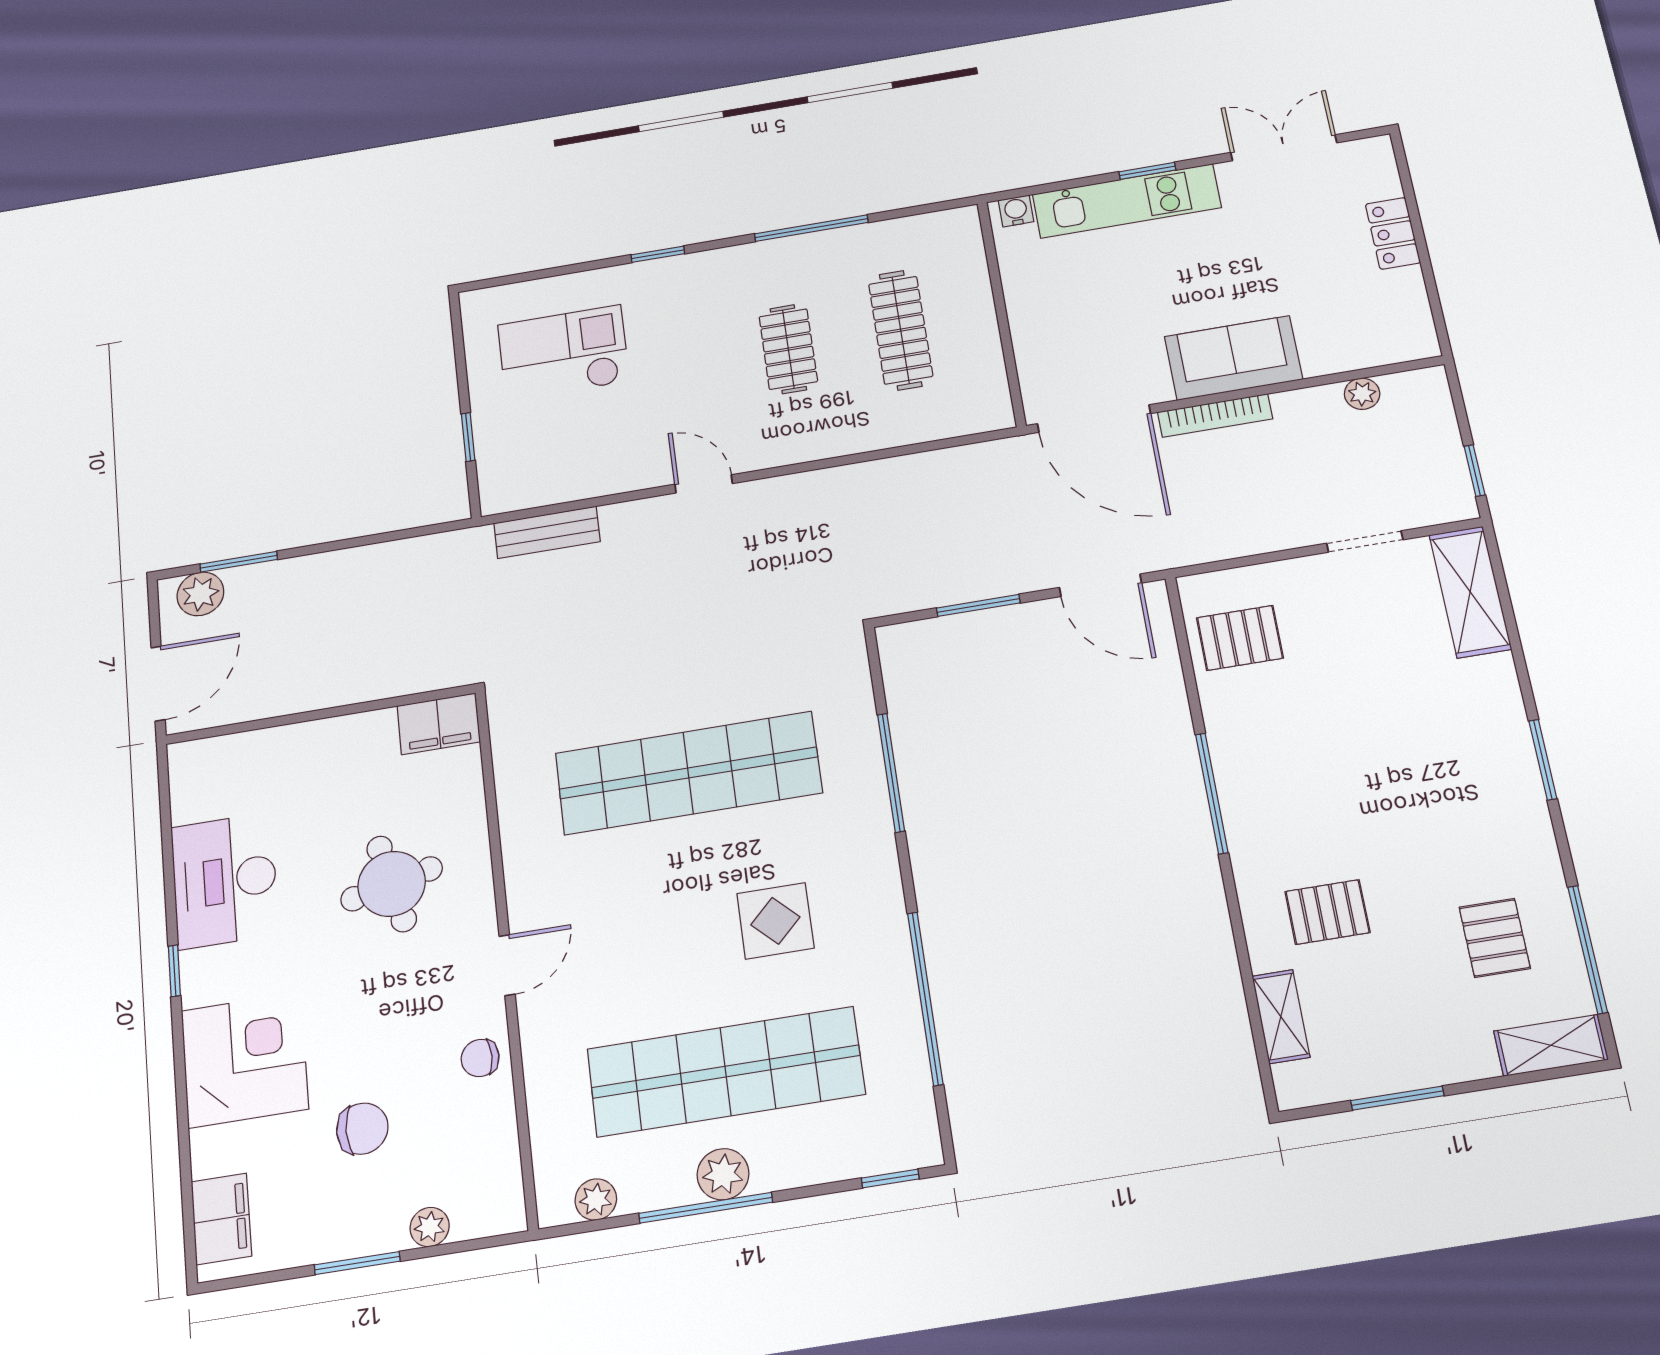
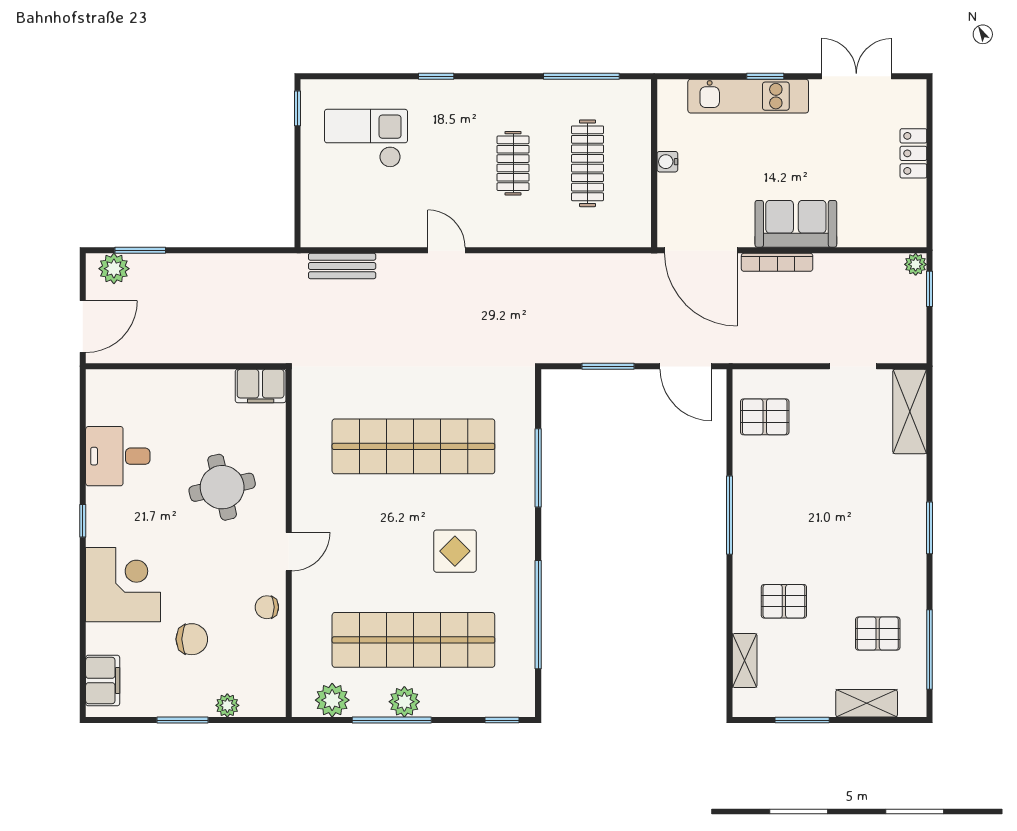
water cooler: (1016, 211) -> (667, 162), moved, turned -90
window: (811, 228) -> (581, 76), moved
plant: (1362, 394) -> (916, 264), moved
window: (468, 437) -> (297, 108), moved
window: (1475, 470) -> (930, 289), moved
desk: (225, 881) -> (118, 456), width x0.73
pallet: (1495, 938) -> (878, 634), turned 90
shelving: (1551, 1045) -> (867, 703), moved
plant: (596, 1199) -> (332, 700), width x1.38, depth x1.38

